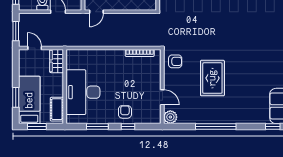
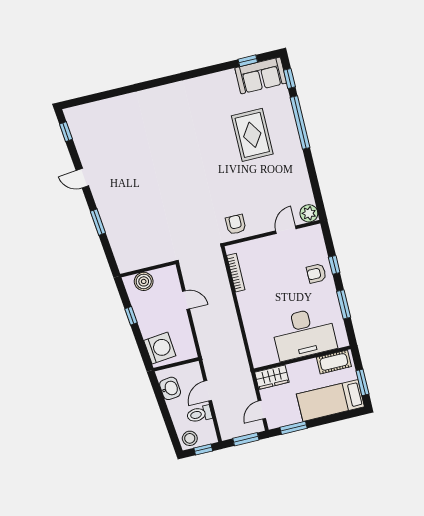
door: (96, 12) -> (186, 300), moved
rug: (212, 78) -> (252, 135), moved, turned 90
window: (16, 97) -> (294, 428), moved
window: (216, 127) -> (300, 123), moved

